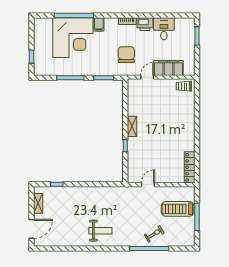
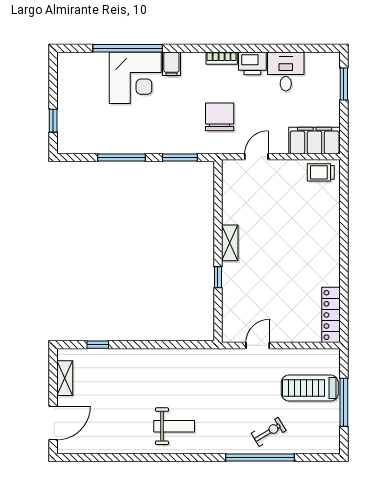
corner desk: (73, 38) -> (135, 78), width x0.74, depth x0.74
filing cabinet: (168, 68) -> (315, 141), moved

